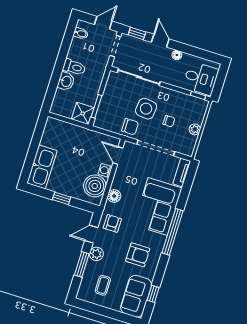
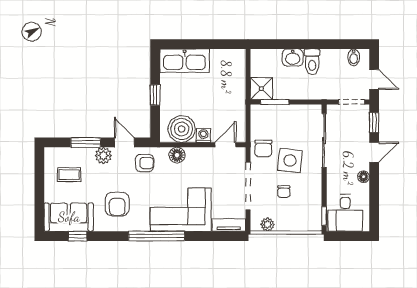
plant: (195, 129) -> (267, 225), moved

